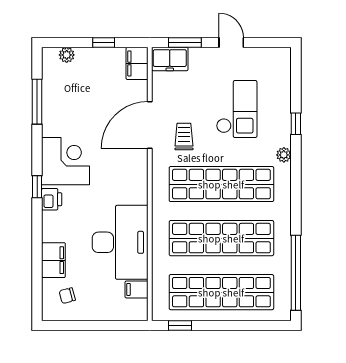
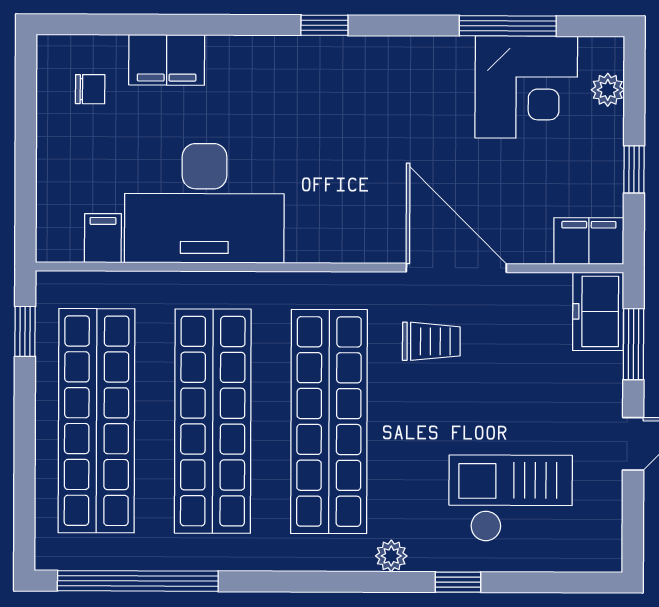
checkout: (237, 109) -> (511, 498), moved, turned 180
corner desk: (66, 161) -> (526, 87), moved
printer: (52, 199) -> (298, 56), removed
chair: (67, 296) -> (90, 89), turned 105

